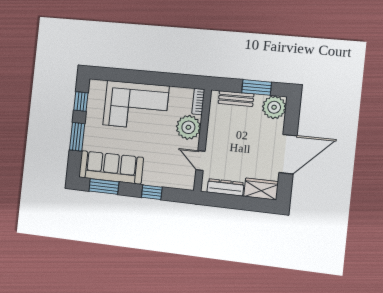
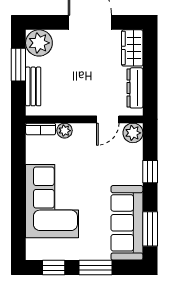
plant: (188, 127) -> (65, 131), width x0.53, depth x0.53
plant: (186, 181) -> (133, 133), added

